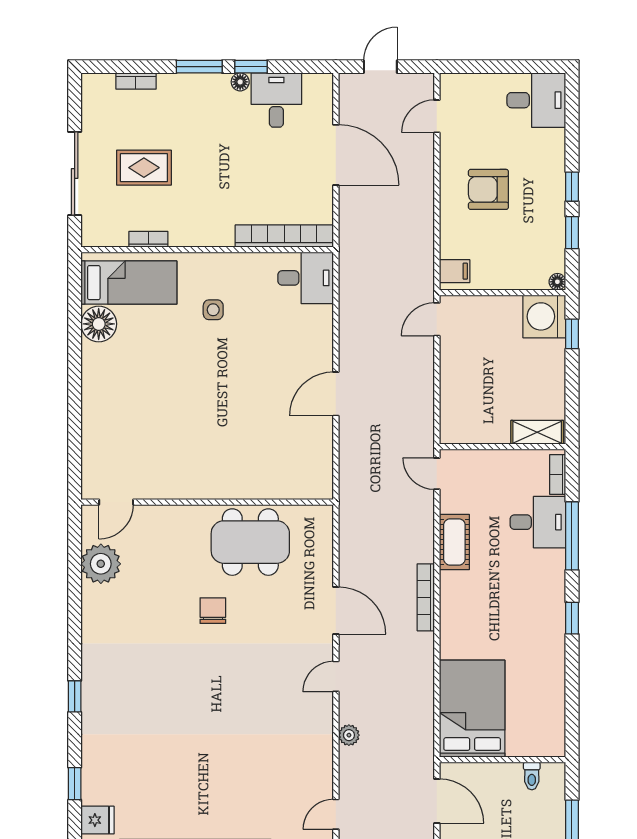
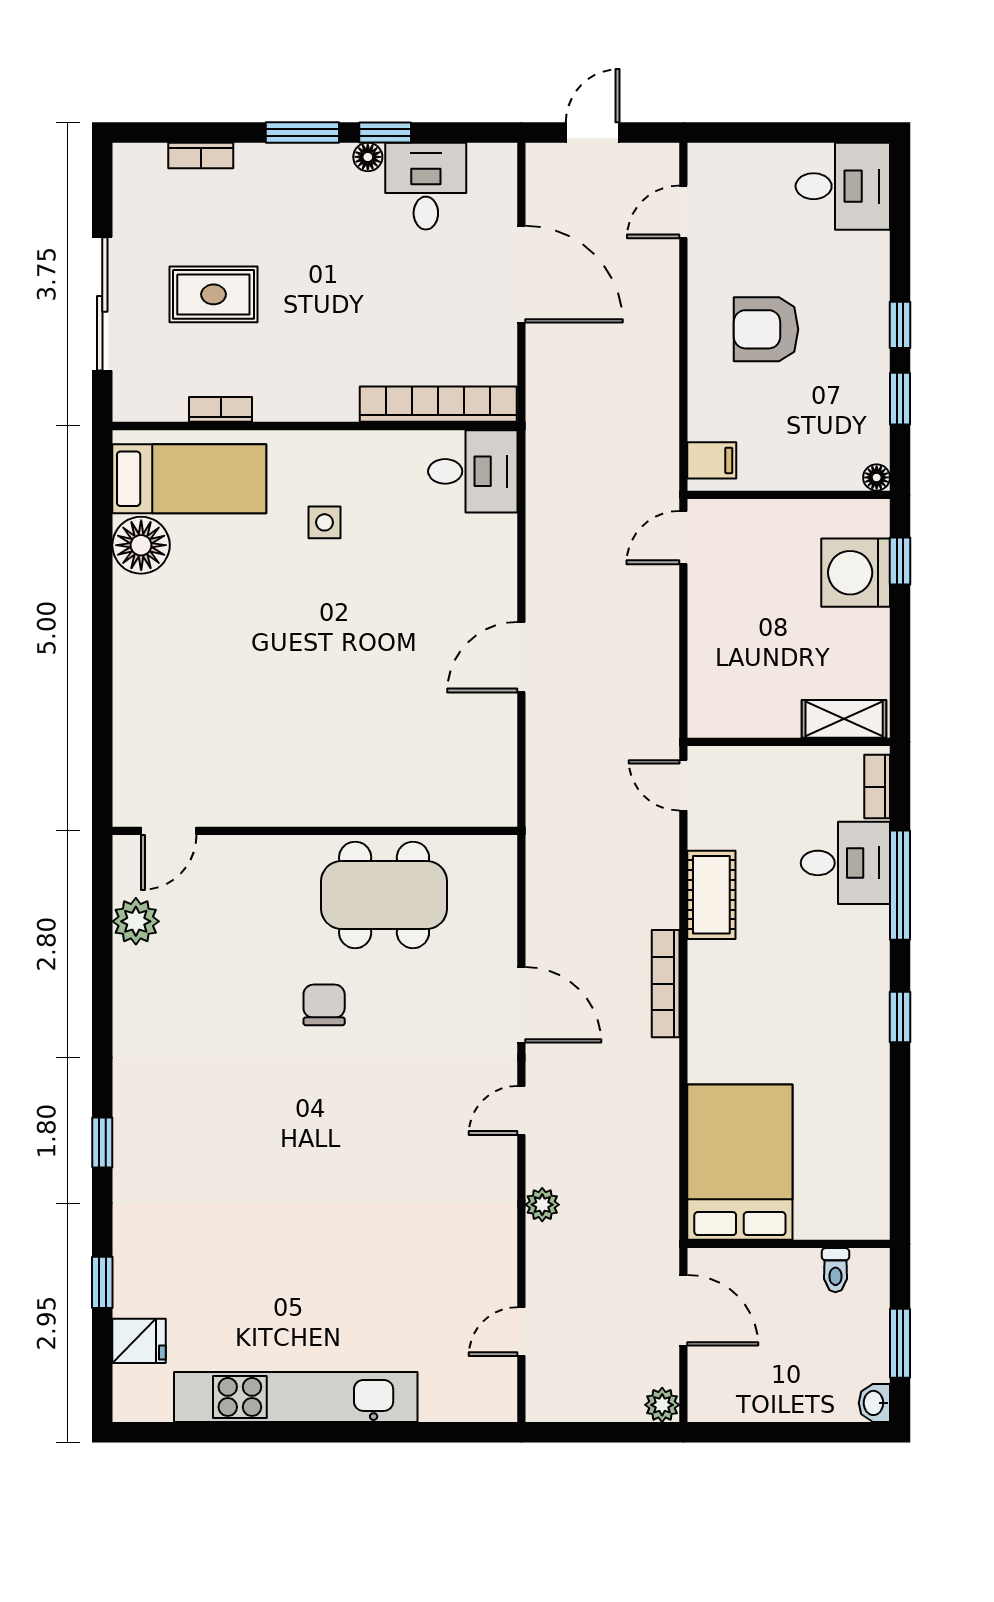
washing machine: (544, 316) -> (856, 573), moved
plant: (101, 564) -> (136, 921), width x0.73, depth x0.73

